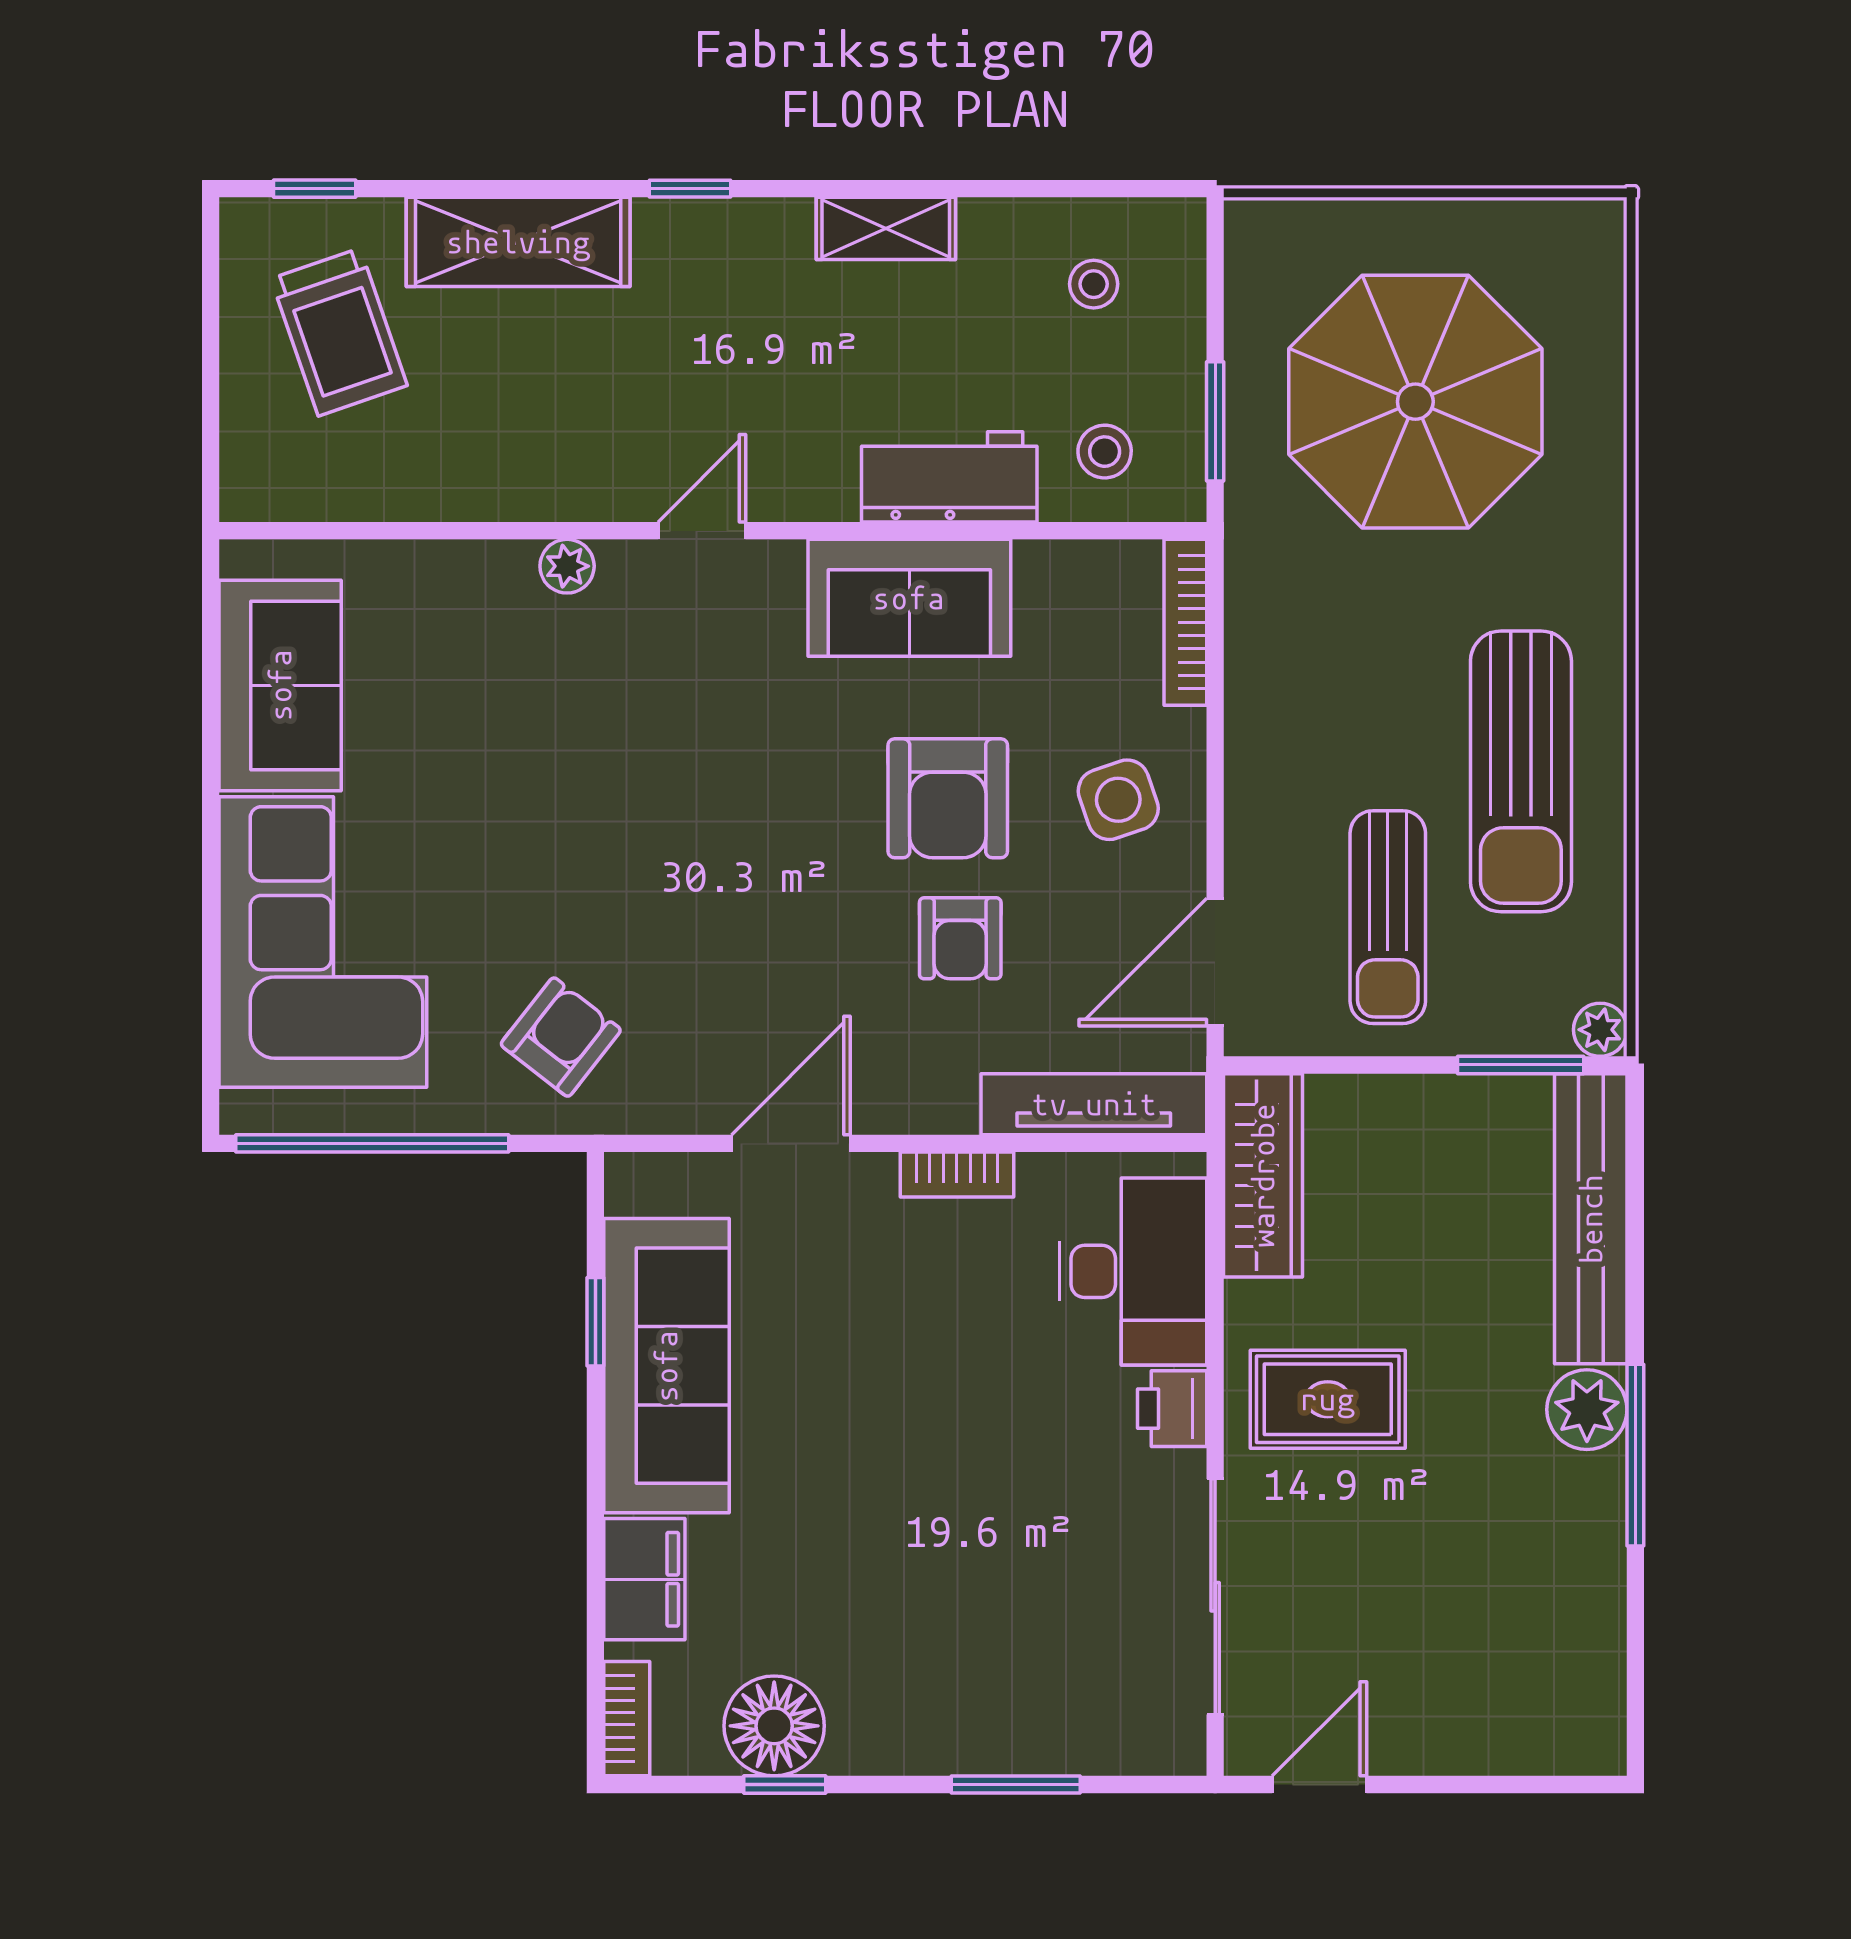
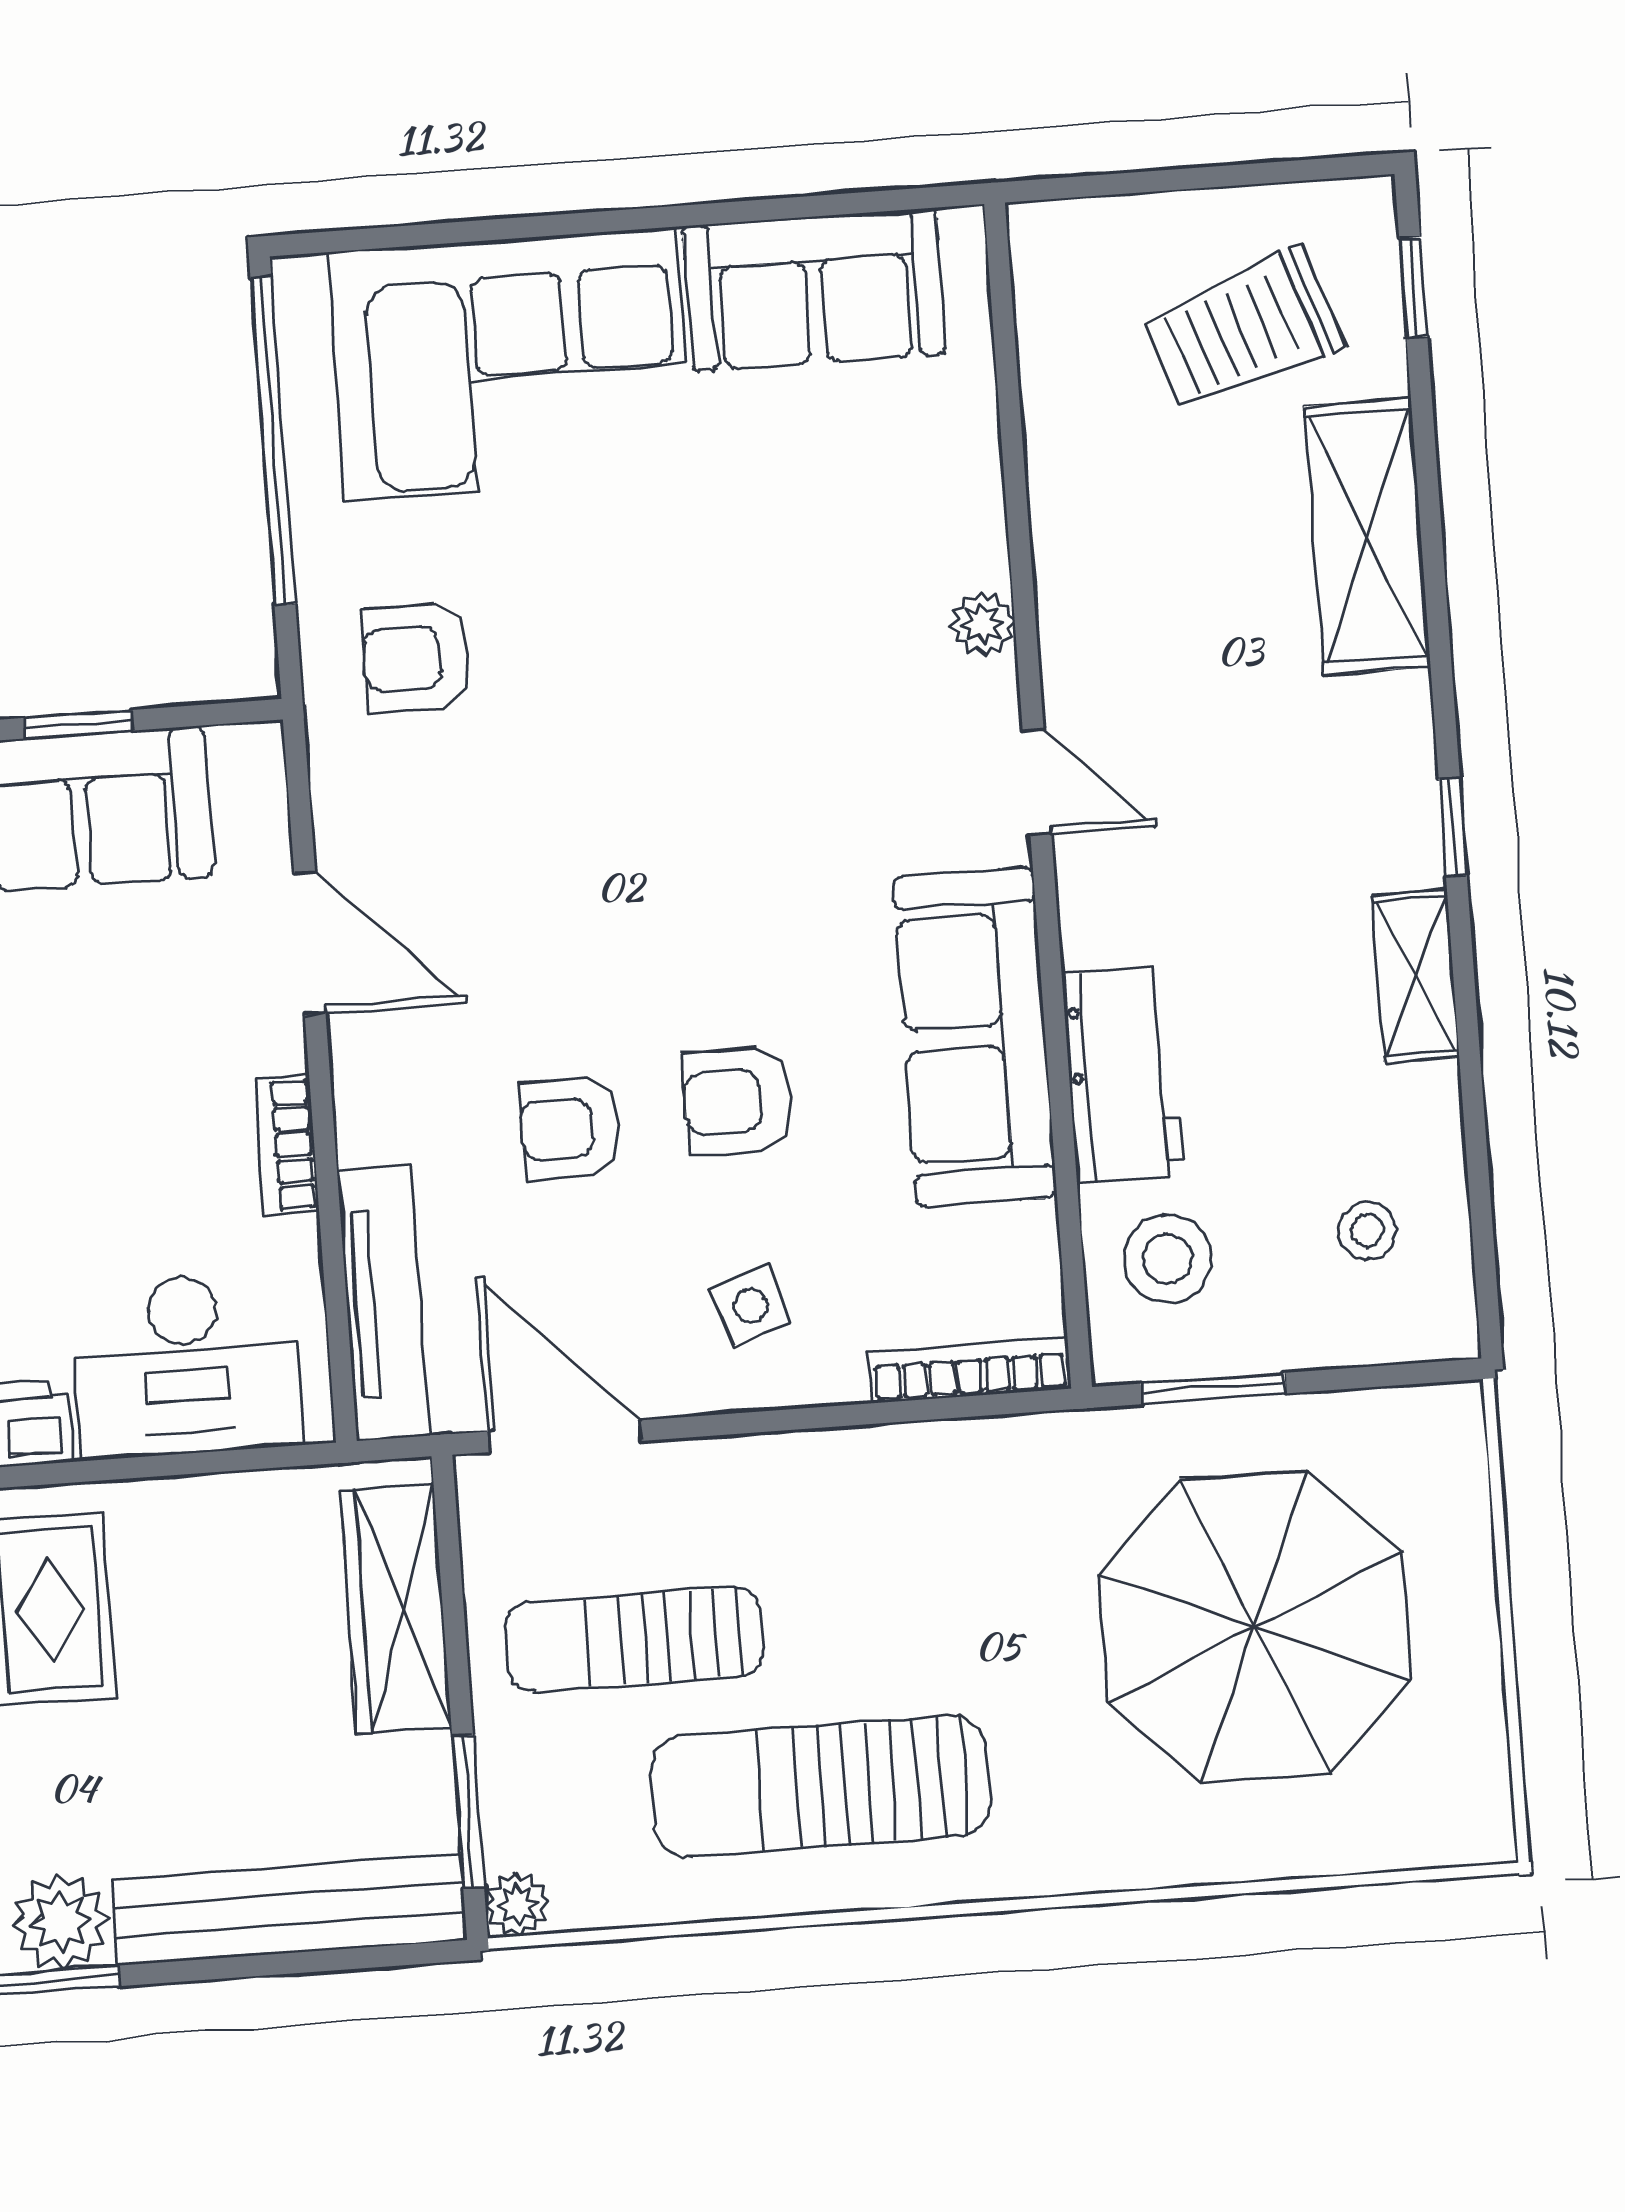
window: (690, 189) -> (1453, 827), moved
stool: (1105, 452) -> (1167, 1259), width x1.37, depth x1.37
sofa: (909, 598) -> (975, 1037), width x1.36
armchair: (948, 798) -> (738, 1101), width x0.72, depth x0.72
side table: (1118, 800) -> (751, 1306), width x0.73, depth x0.73
armchair: (561, 1037) -> (417, 658), turned 142
wardrobe: (1263, 1175) -> (395, 1609), moved, turned 90

